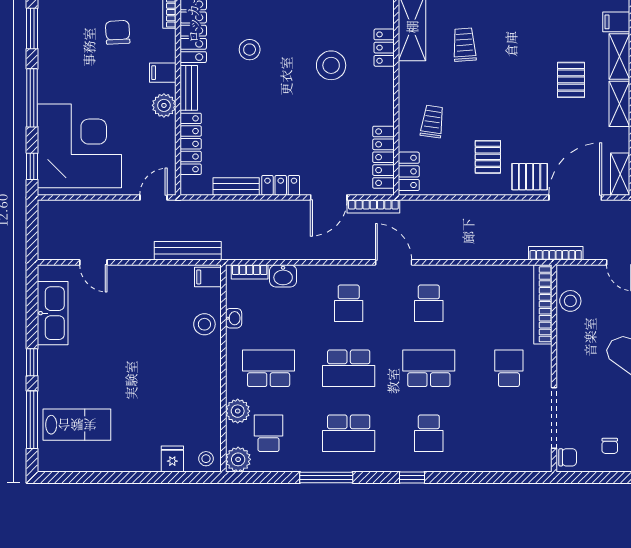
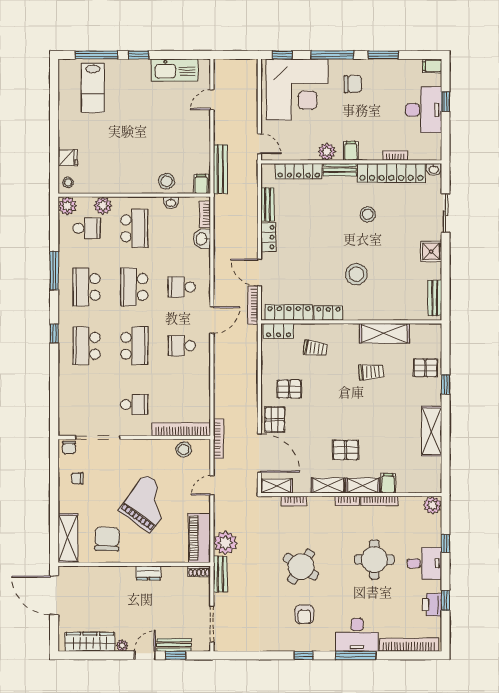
chair: (118, 32) -> (353, 84), moved
locker: (384, 48) -> (328, 313), moved
school desk: (429, 433) -> (87, 346), width x1.85

